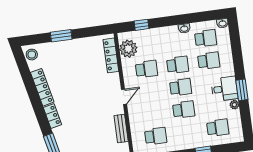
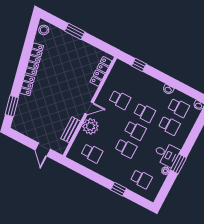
plant: (128, 49) -> (90, 126), moved

